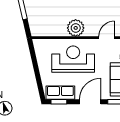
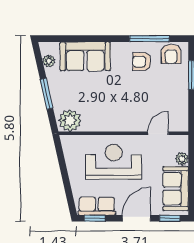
plant: (76, 28) -> (70, 120), moved

